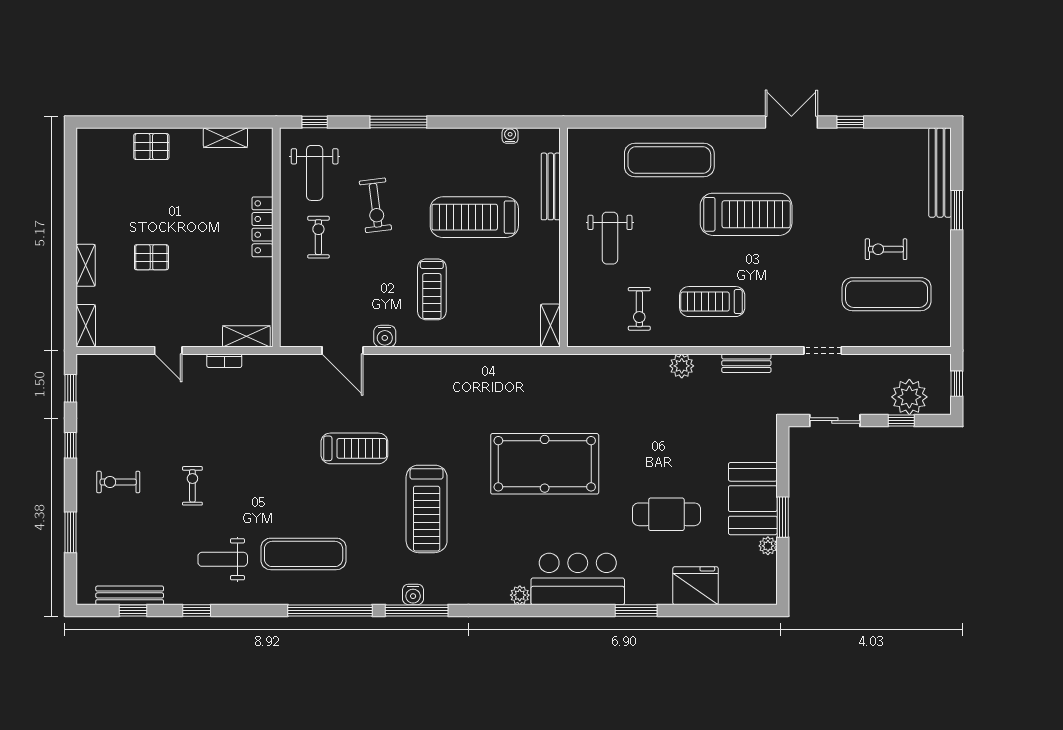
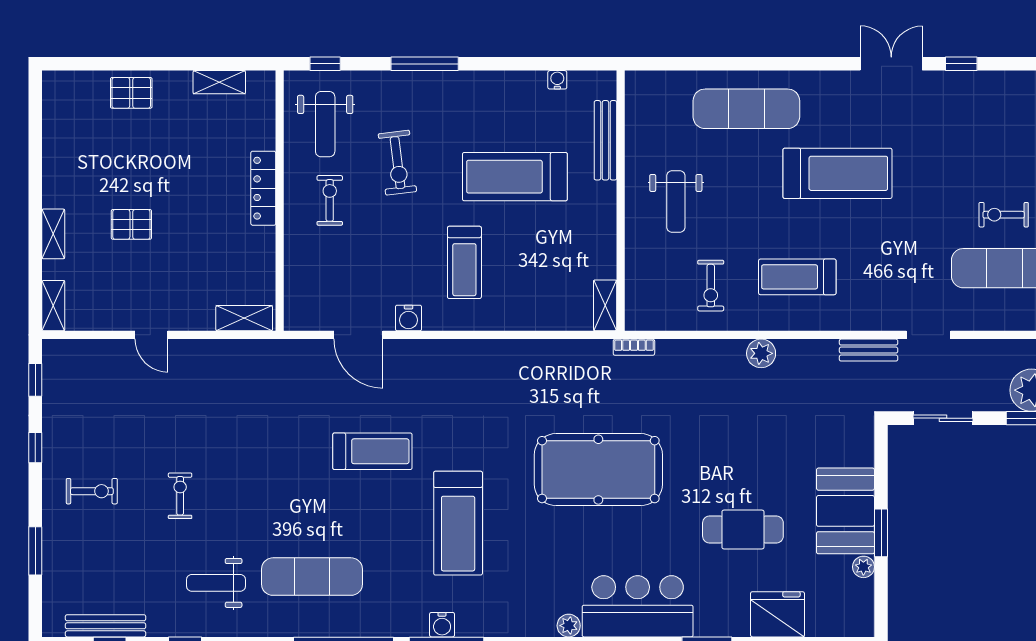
bookcase: (224, 361) -> (634, 347), moved
bench: (746, 363) -> (869, 350), moved
exercise bike: (118, 482) -> (92, 491), turned 180

